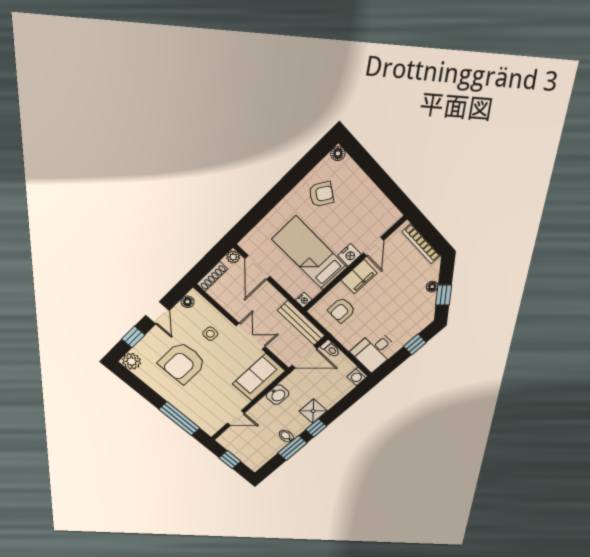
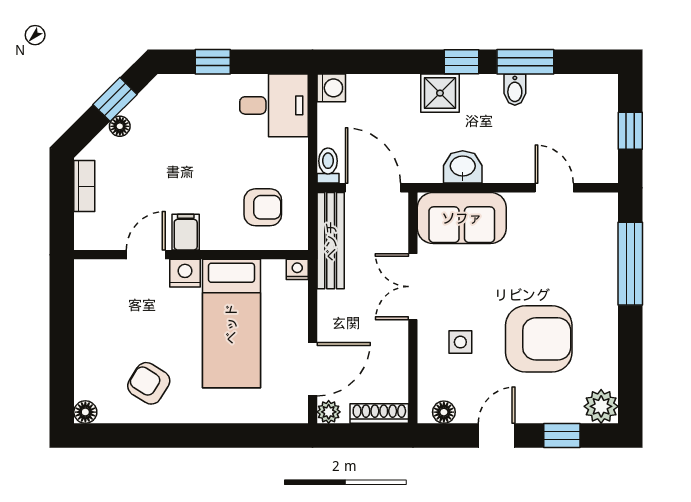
bookcase: (421, 244) -> (84, 186), width x0.64
filing cabinet: (359, 277) -> (186, 232), width x0.50

